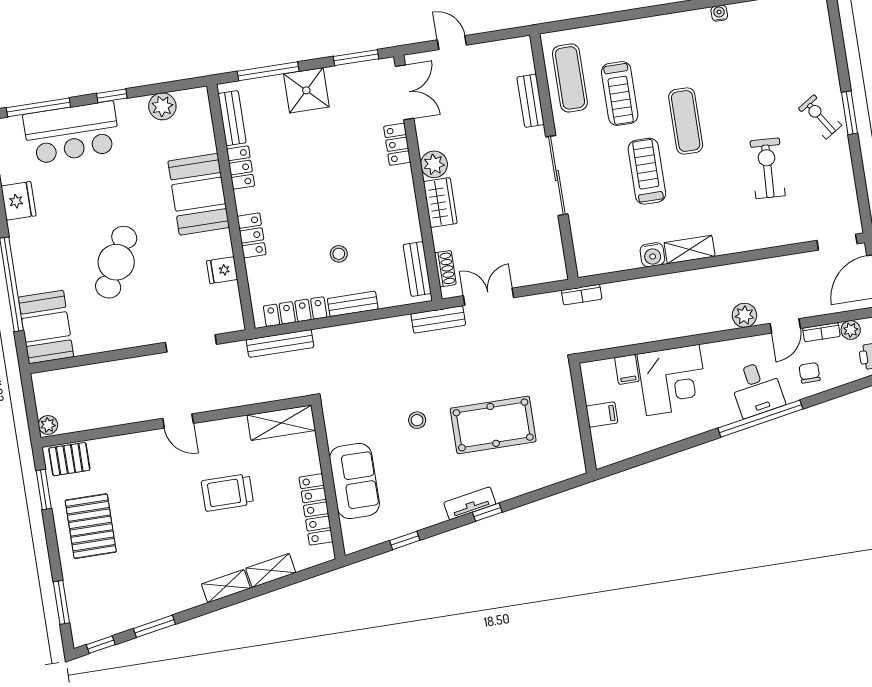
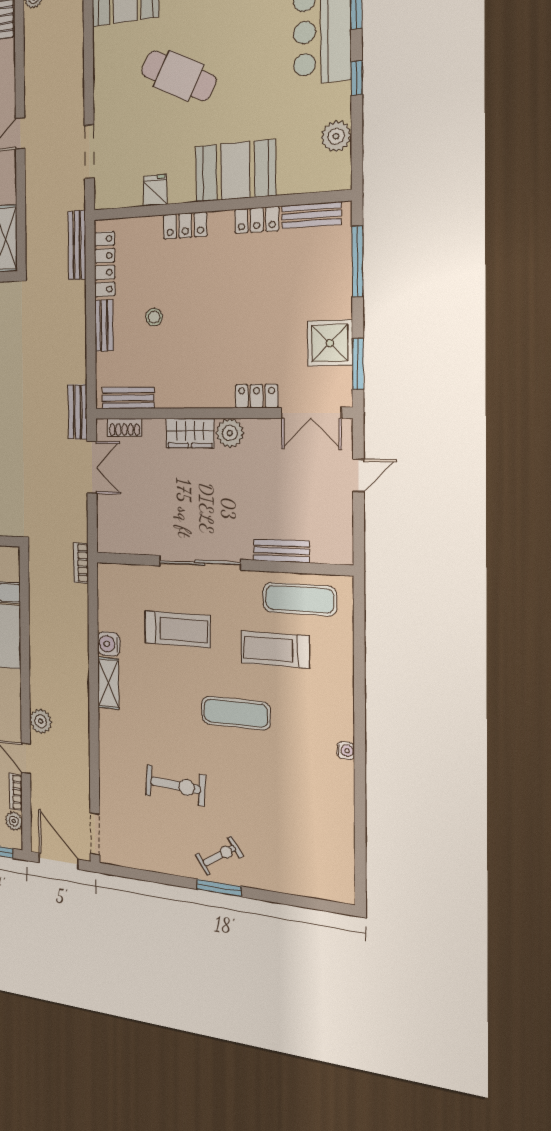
water cooler: (719, 13) -> (346, 751), moved
shower: (306, 90) -> (330, 343), moved
treadmill: (647, 171) -> (177, 629), moved

